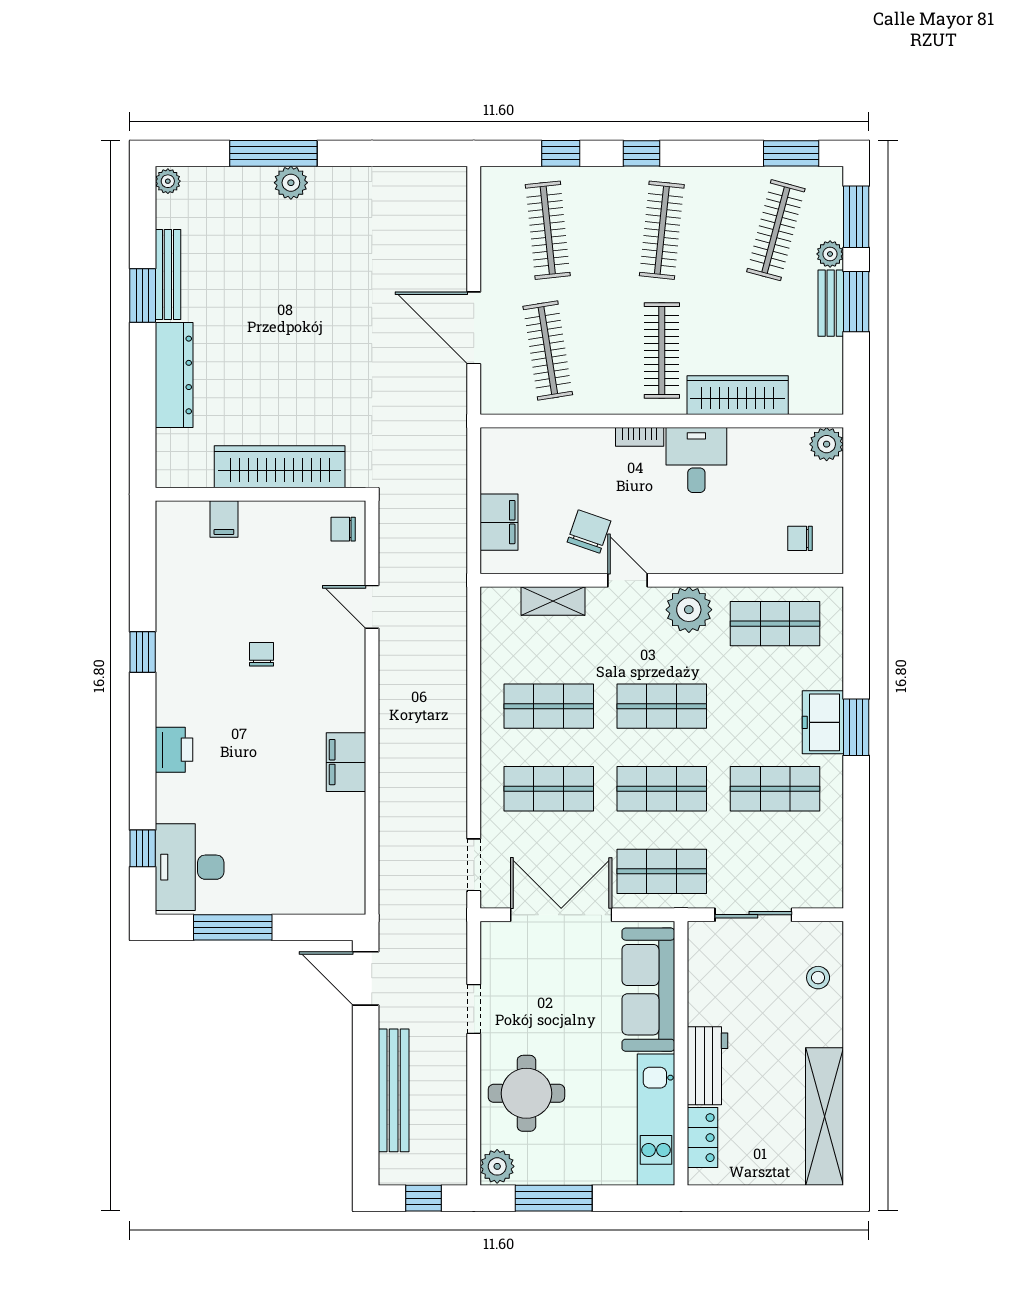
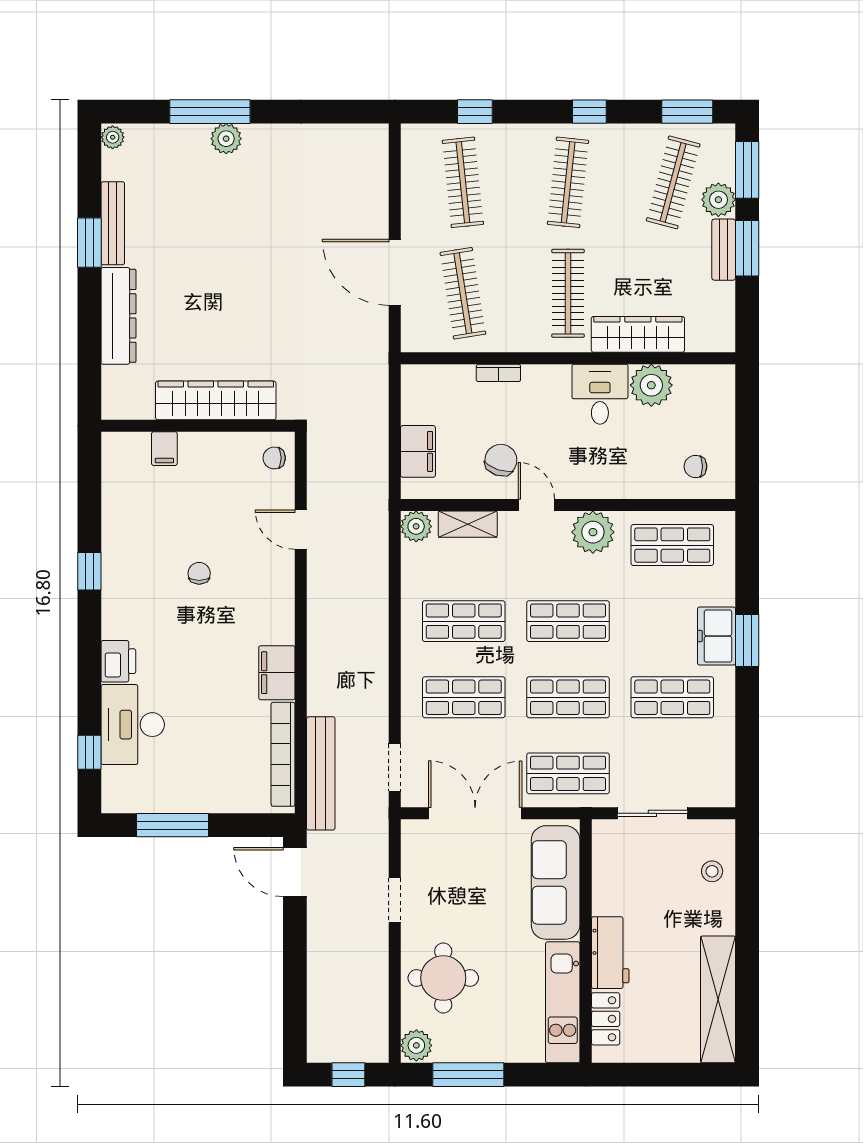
window: (642, 153) -> (589, 112), moved
plant: (830, 254) -> (718, 200), width x1.38, depth x1.38
bookcase: (640, 437) -> (498, 373), moved
plant: (827, 444) -> (651, 385), moved, width x1.36, depth x1.36
plant: (497, 603) -> (416, 526), added
bookcase: (353, 851) -> (283, 754), added
desk: (190, 867) -> (133, 725), moved
bench: (394, 1090) -> (321, 773), moved

